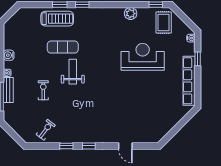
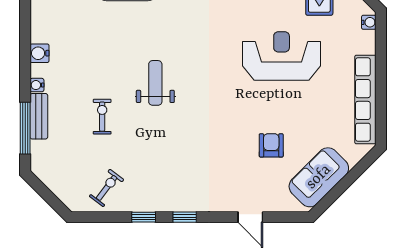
exercise mat: (63, 47) -> (137, 39), removed
window: (198, 59) -> (381, 60), removed
armchair: (137, 106) -> (271, 145), added
sofa: (163, 124) -> (319, 177), added

